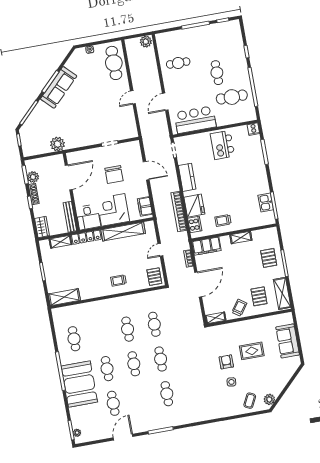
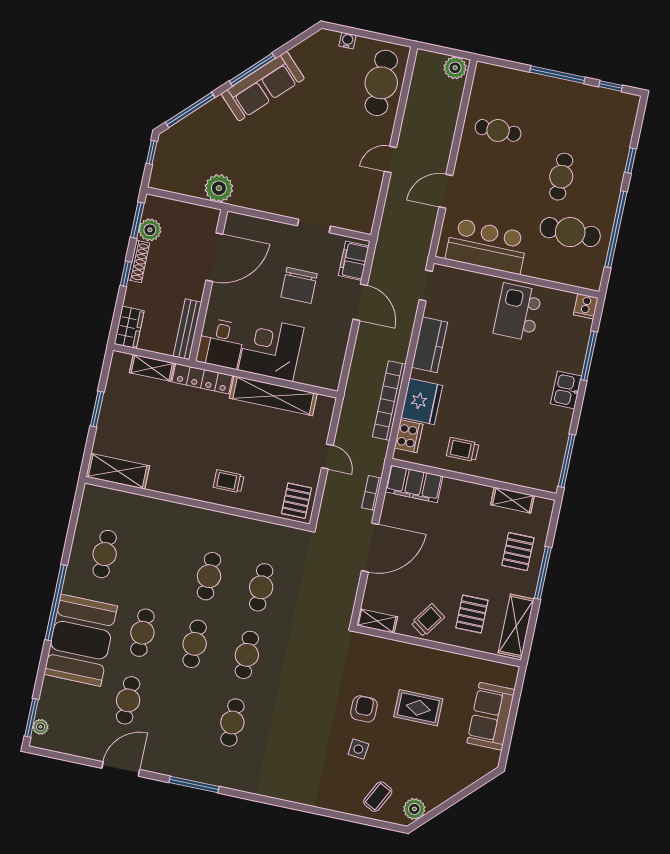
kitchen sink: (266, 203) -> (566, 390), moved
filing cabinet: (145, 206) -> (354, 261), moved
shelving: (241, 238) -> (513, 500), moved
door: (160, 250) -> (327, 457), swing flipped

